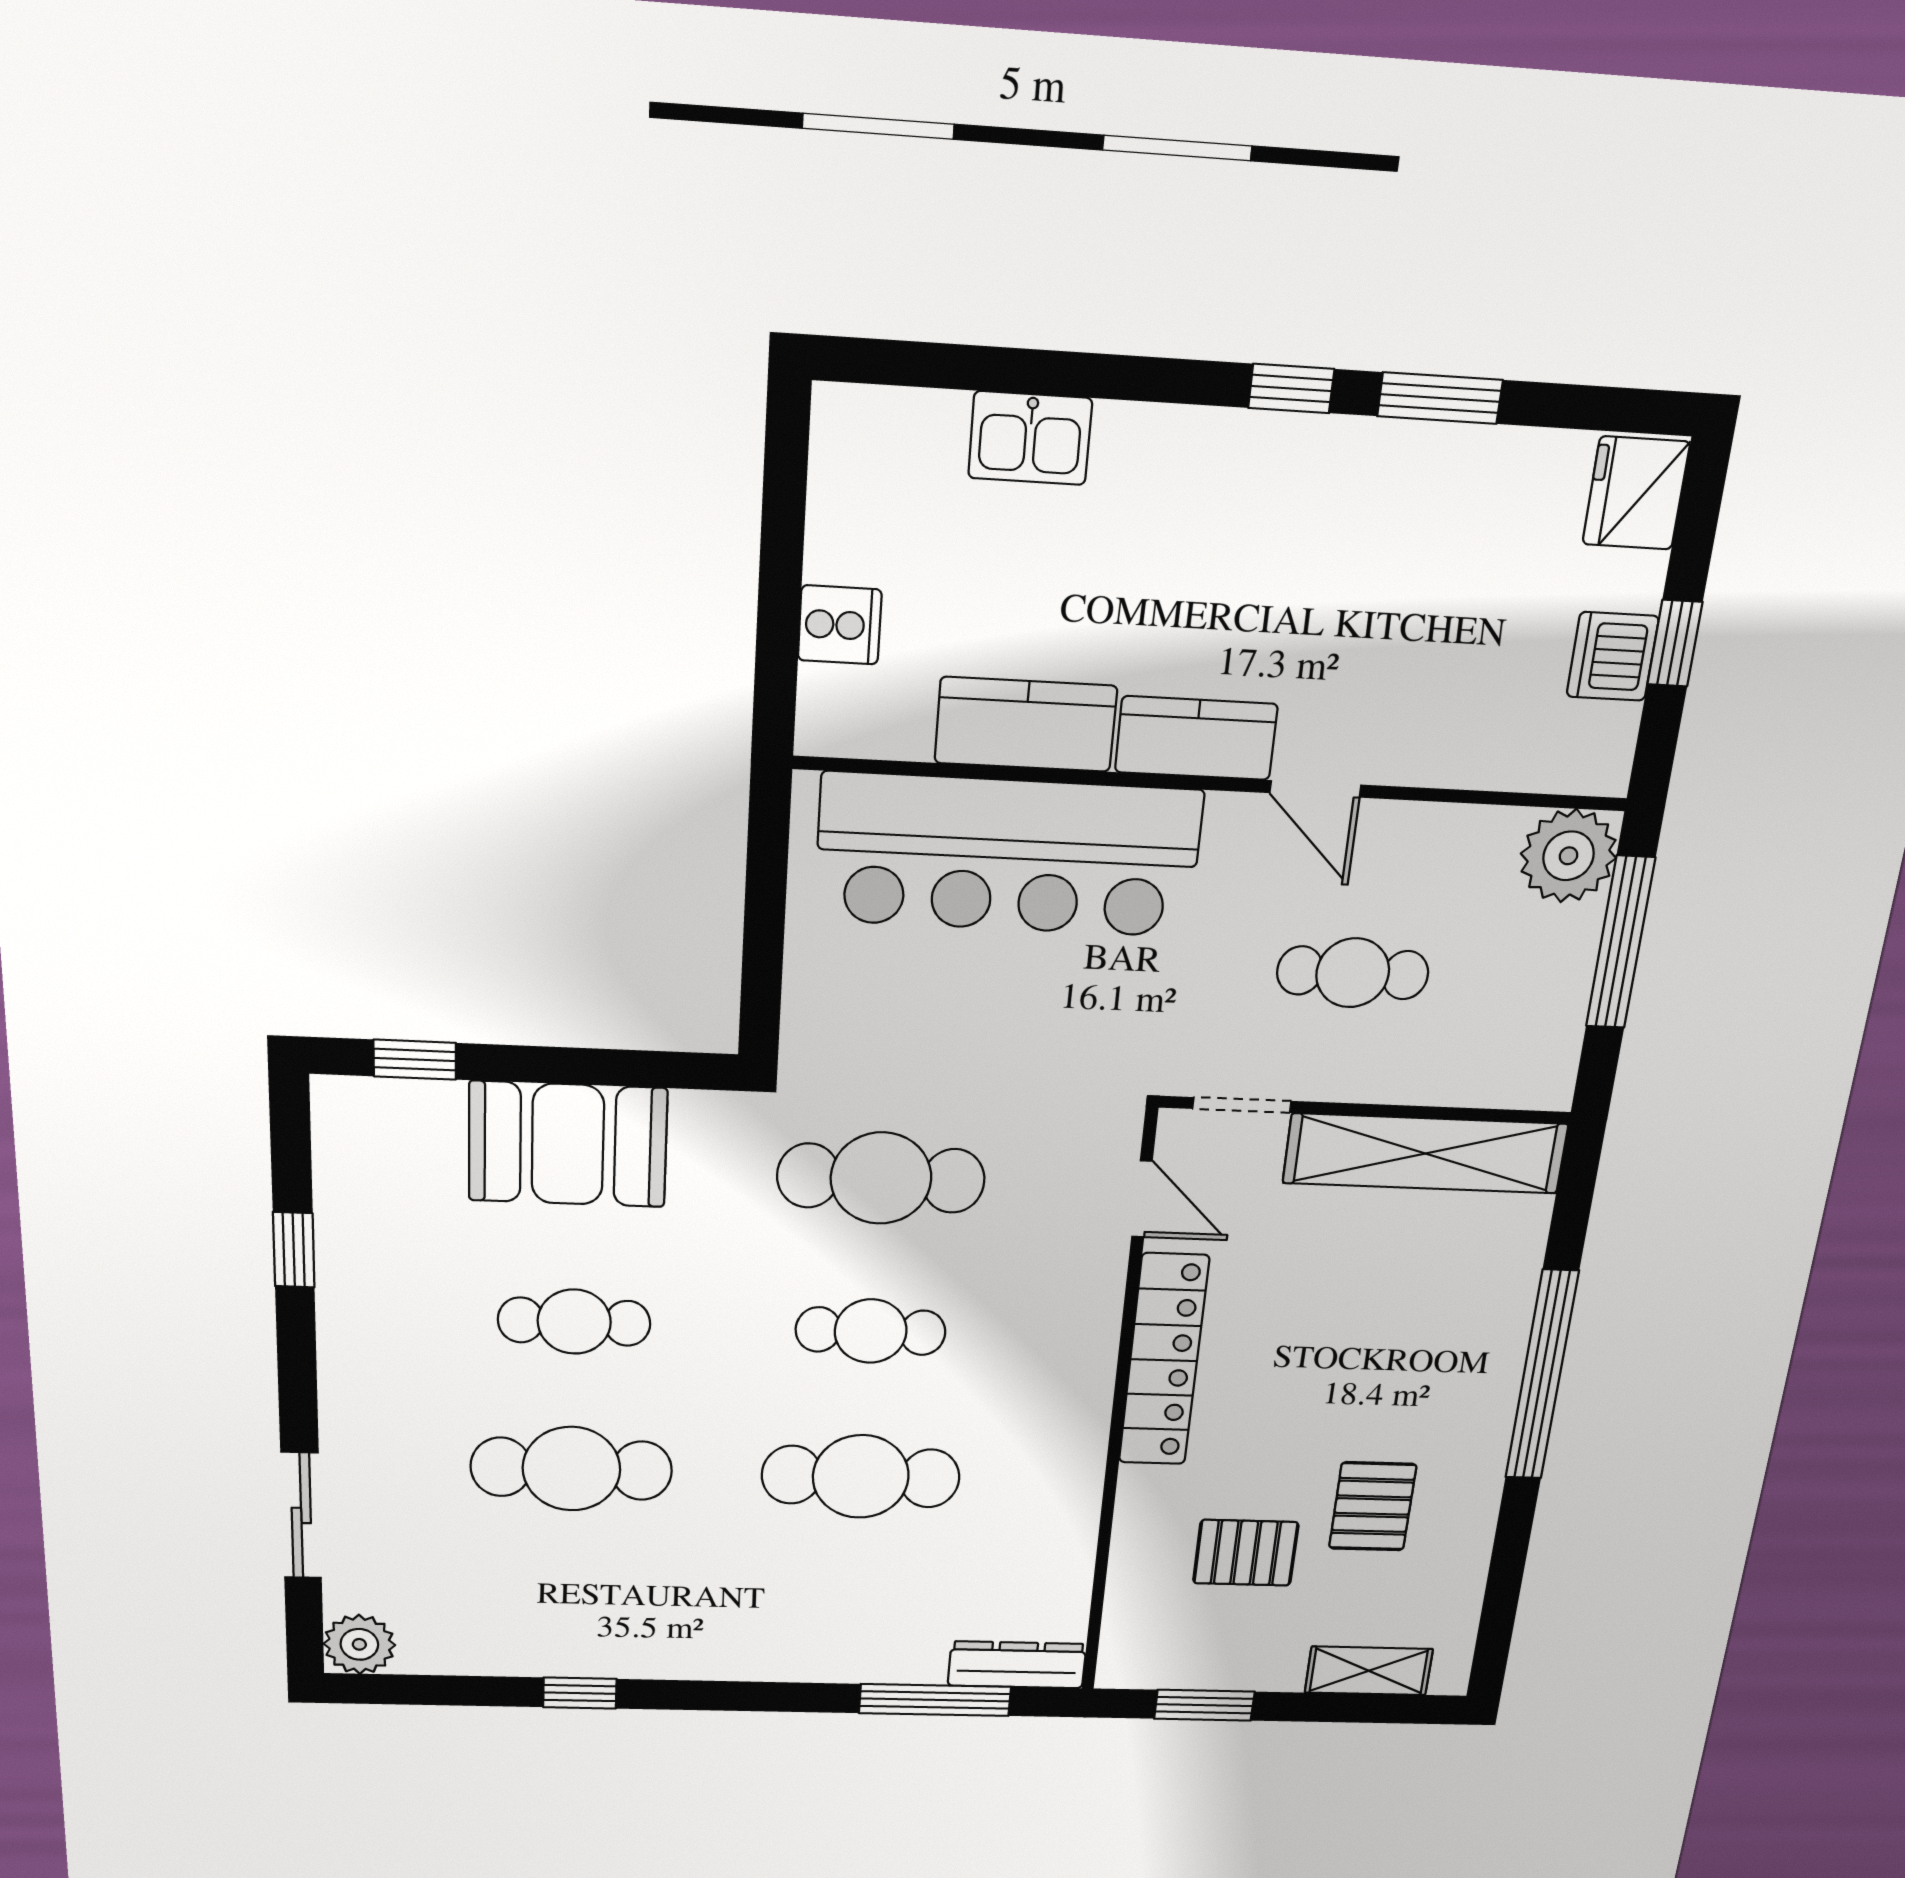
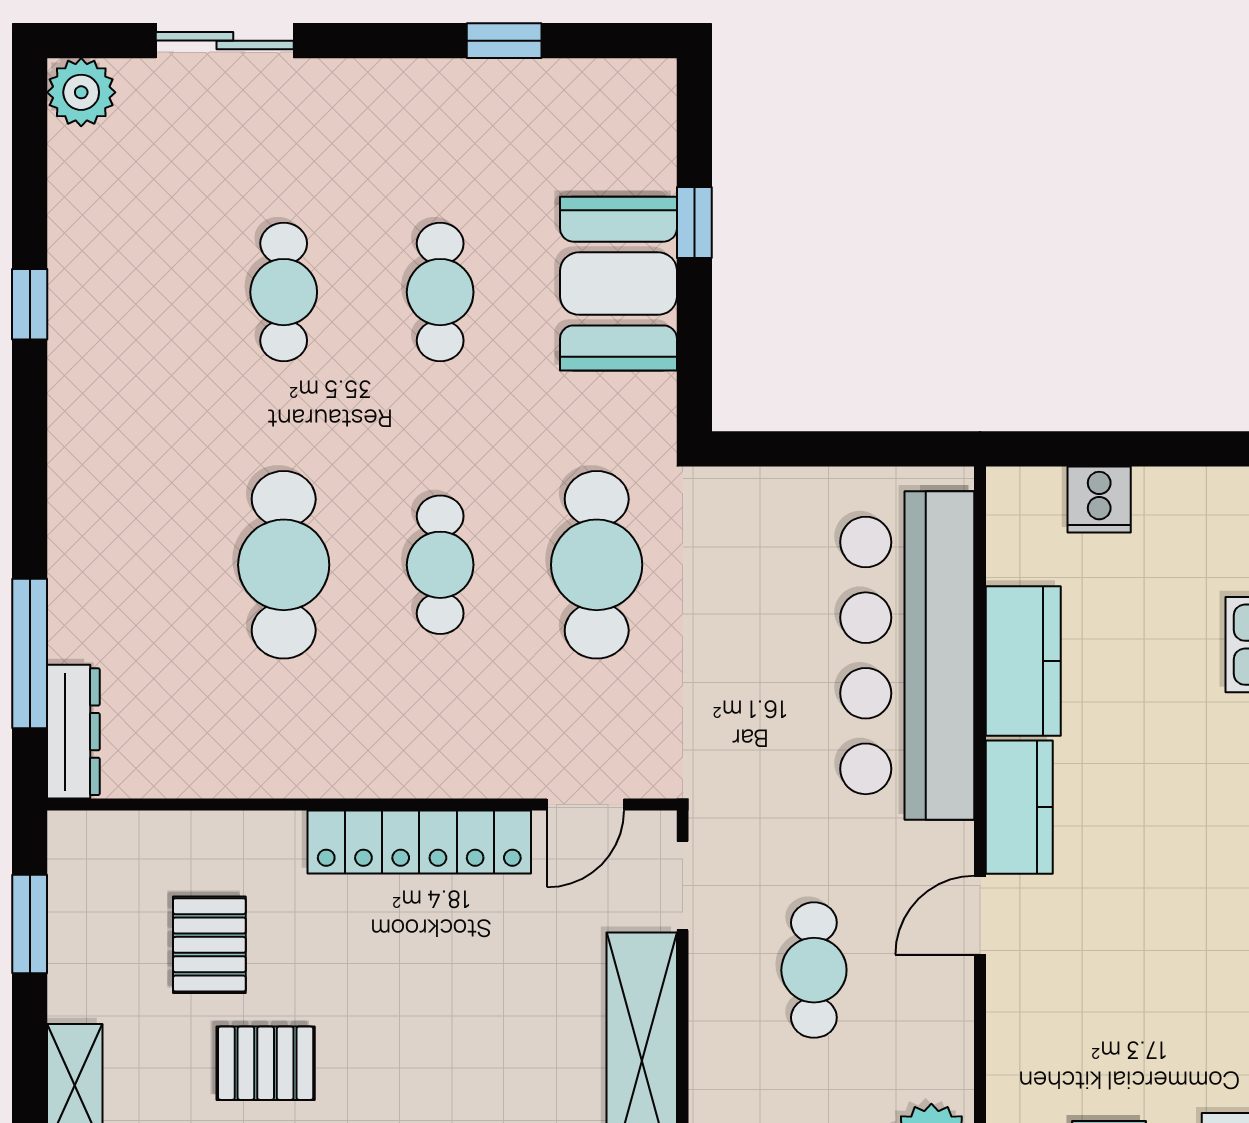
window: (415, 1060) -> (694, 223), moved
cafe table: (571, 1469) -> (284, 292), width x0.73, depth x0.74

